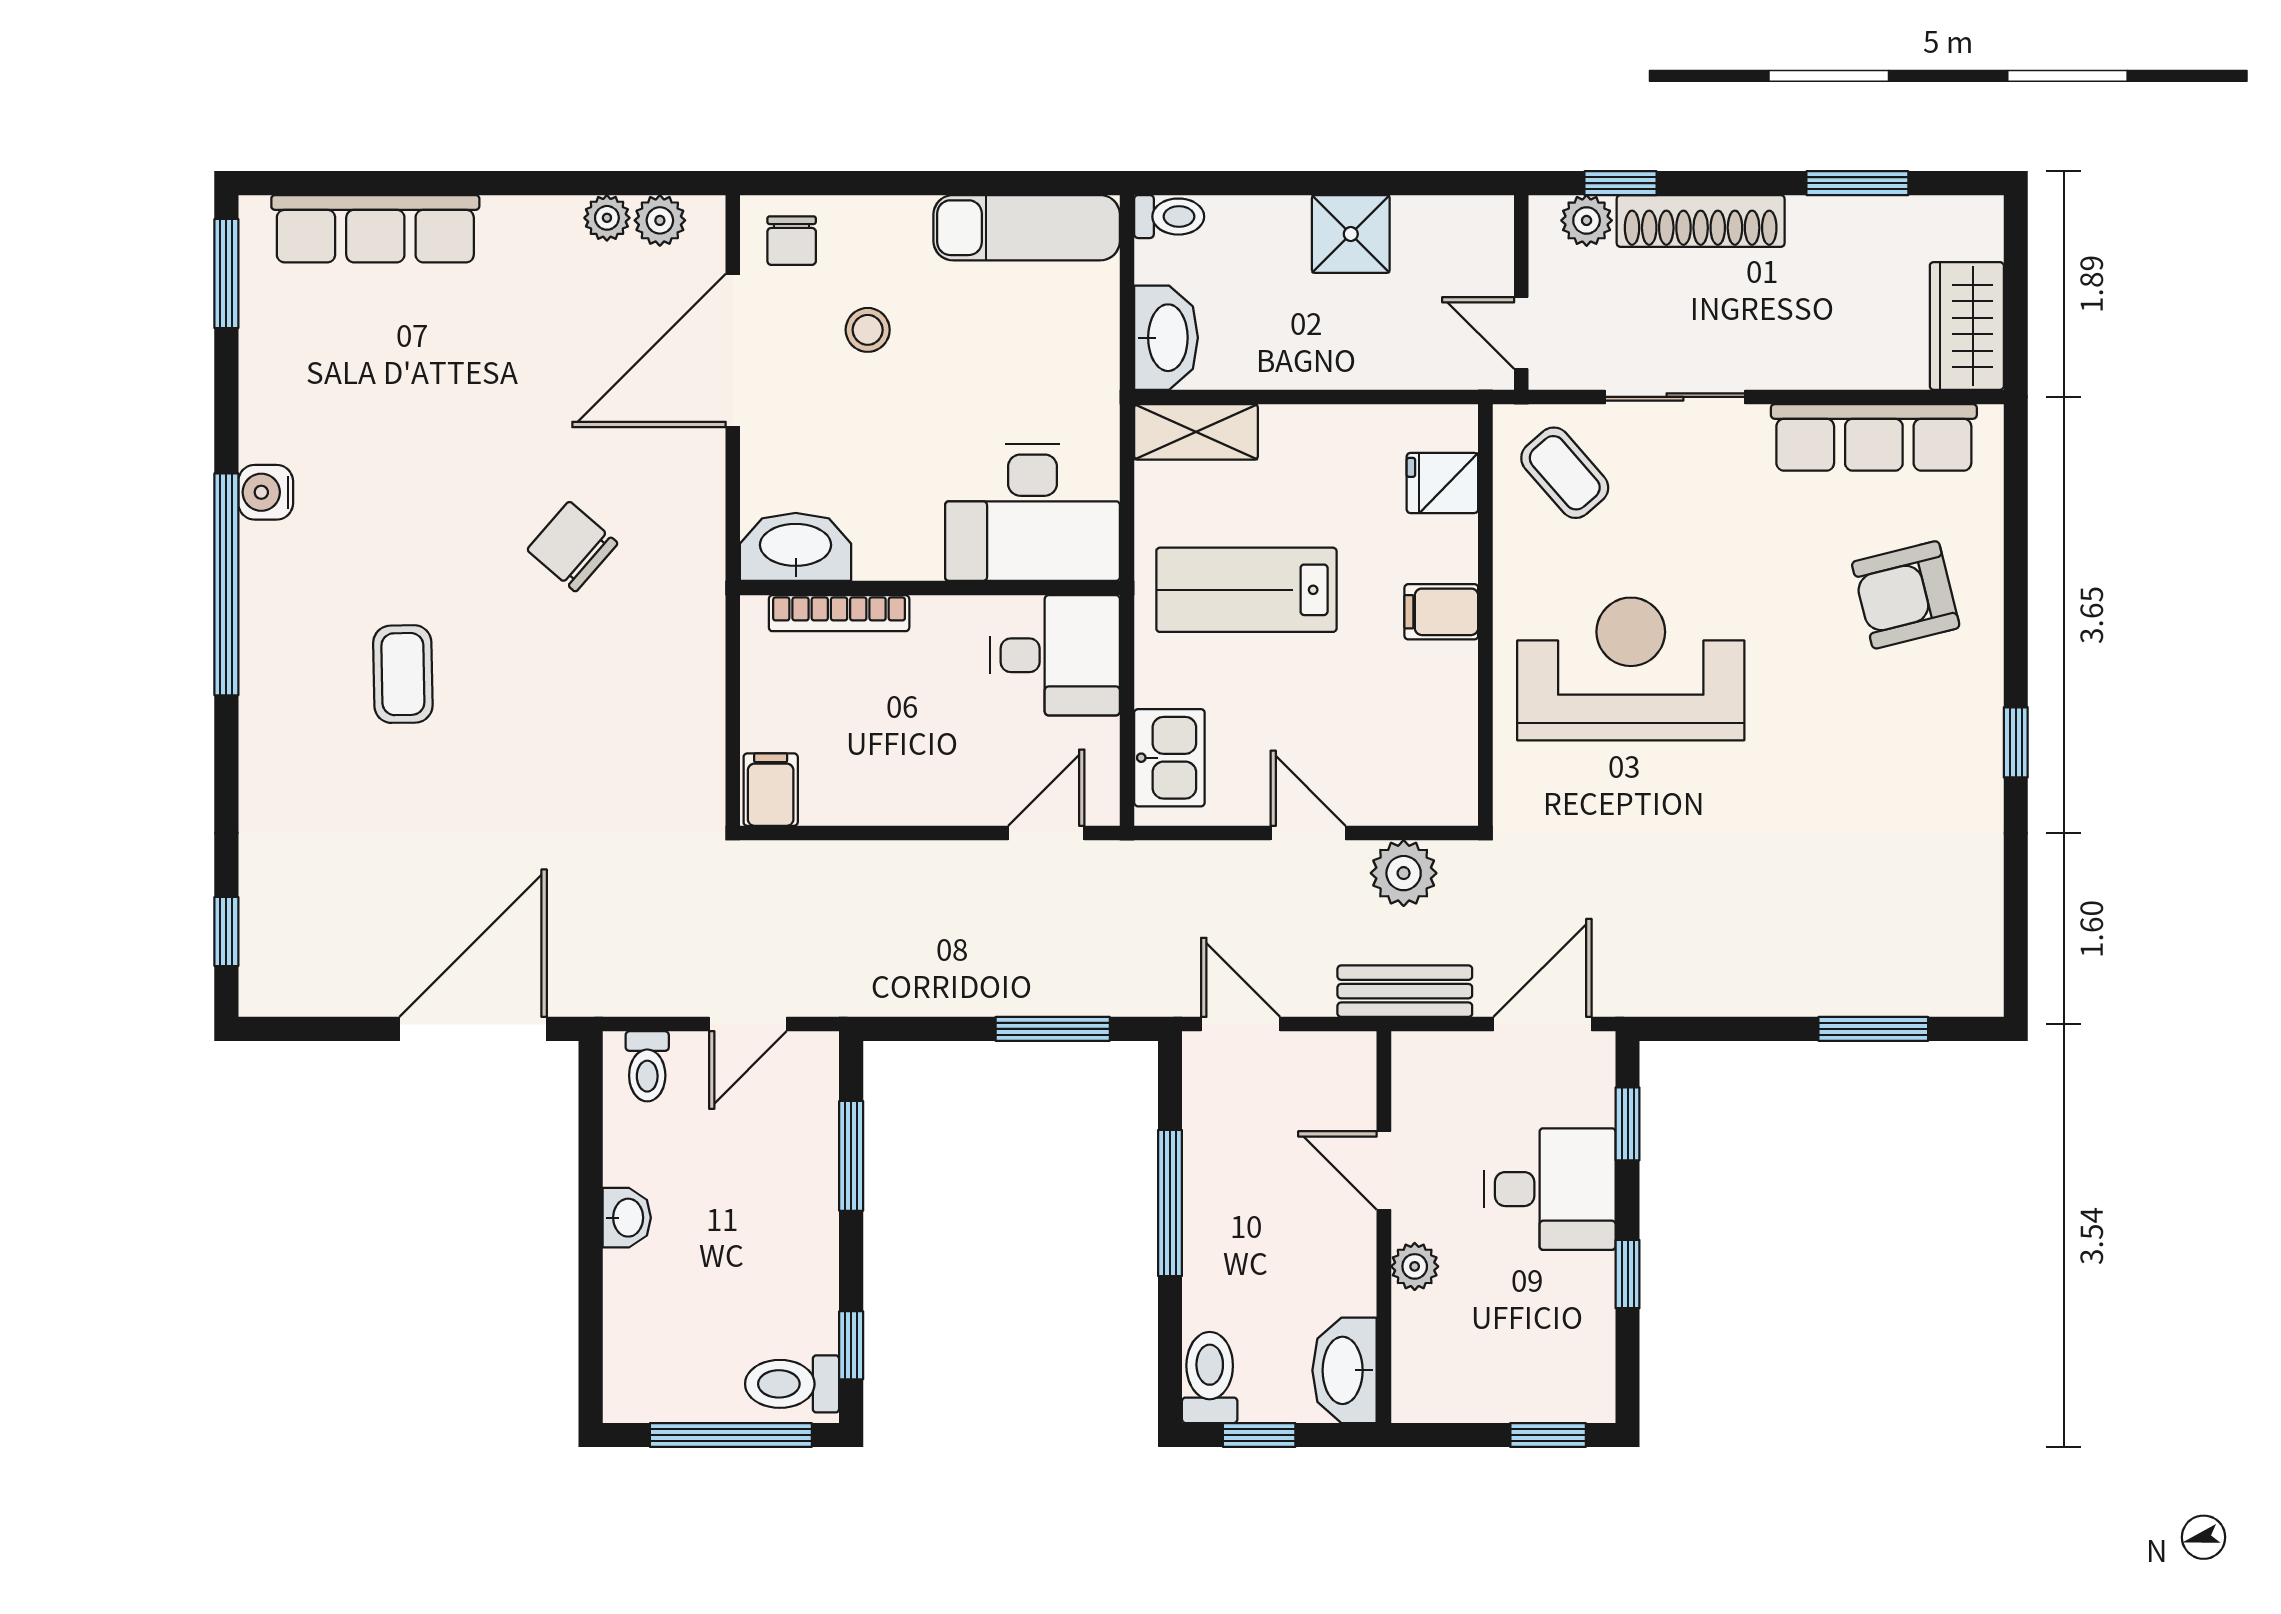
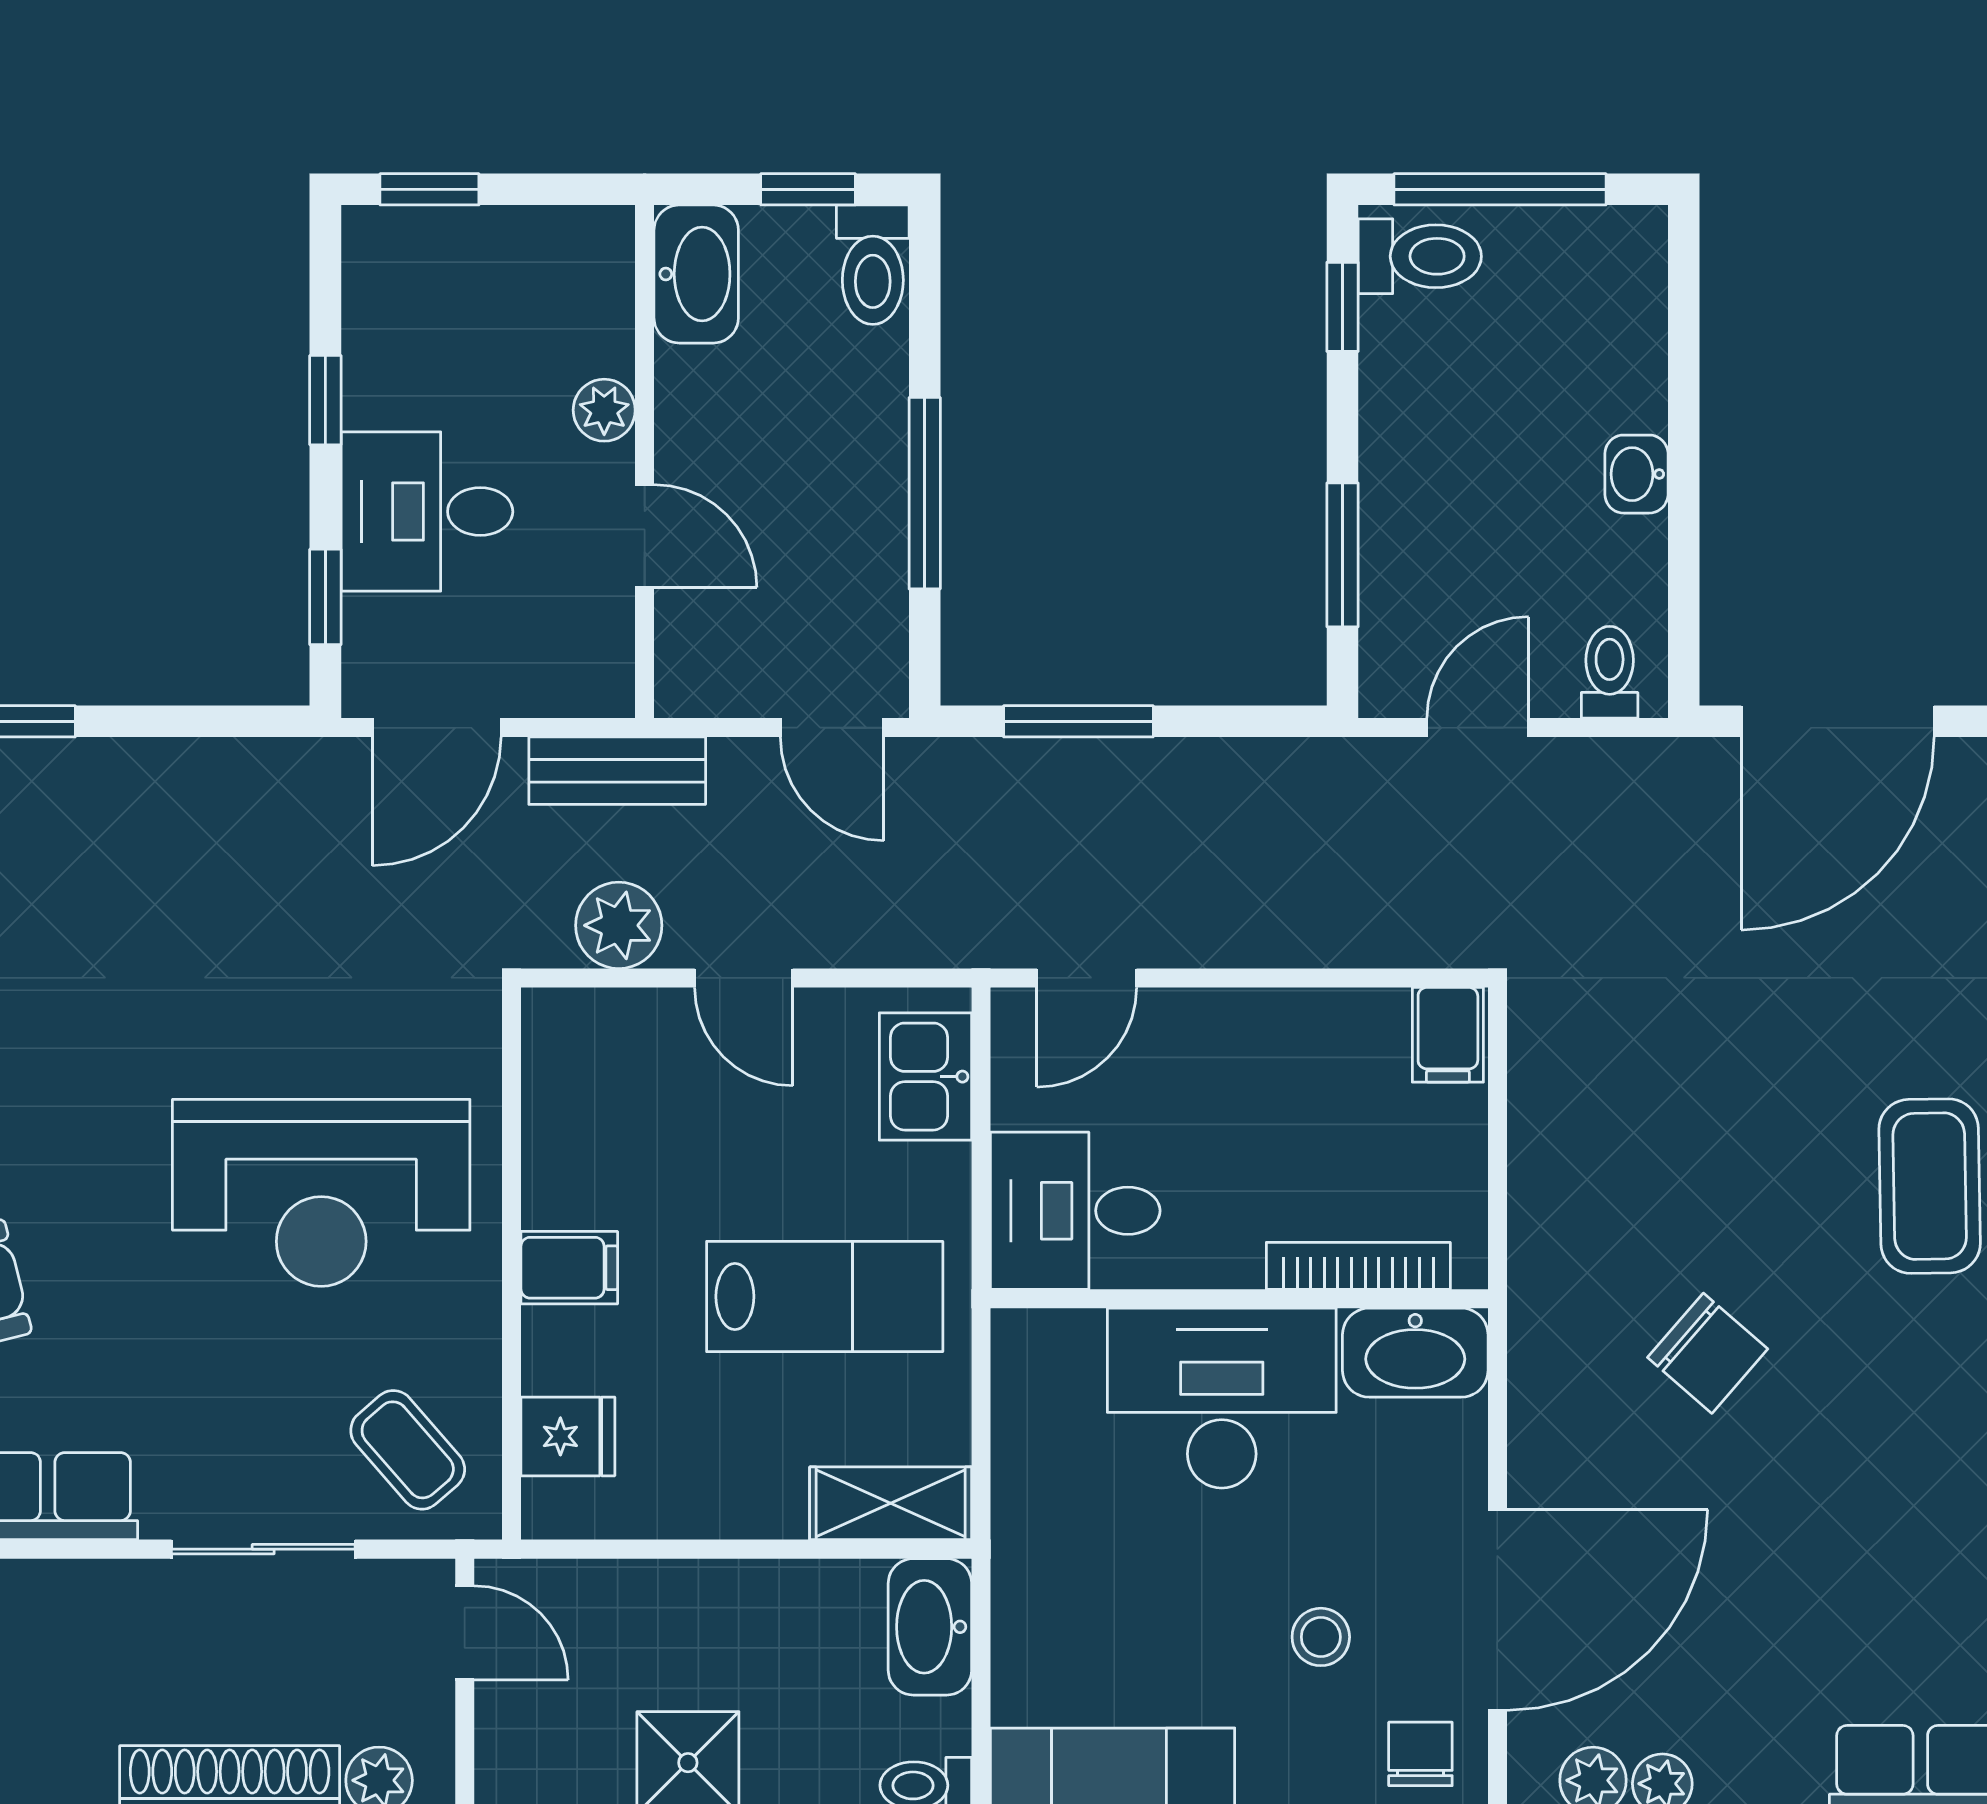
desk: (1032, 512) -> (1222, 1398), moved
coffee table: (403, 674) -> (1930, 1186), width x1.36, depth x1.30

